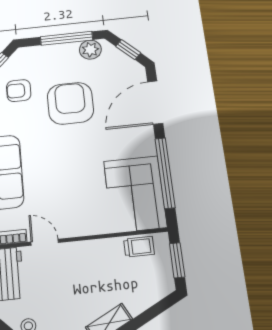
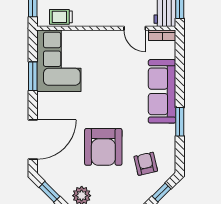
armchair: (19, 91) -> (146, 164), turned -103
window: (165, 173) -> (33, 76), width x0.47

